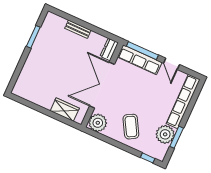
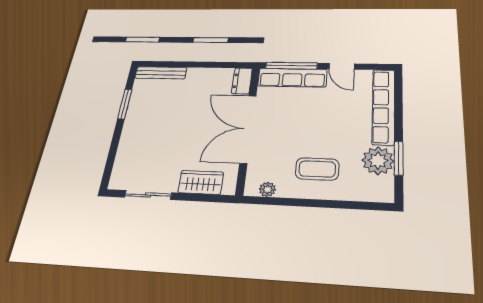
bench: (78, 29) -> (161, 73), moved, width x1.36
sliding door: (33, 106) -> (148, 195), added
plant: (98, 123) -> (267, 189), width x0.53, depth x0.53
coffee table: (131, 127) -> (317, 169), turned -60
window: (148, 158) -> (366, 206), removed

